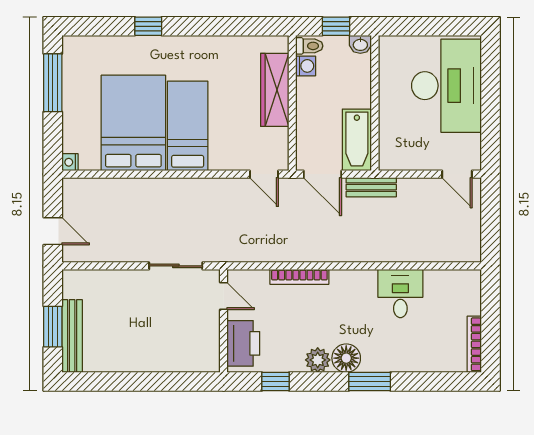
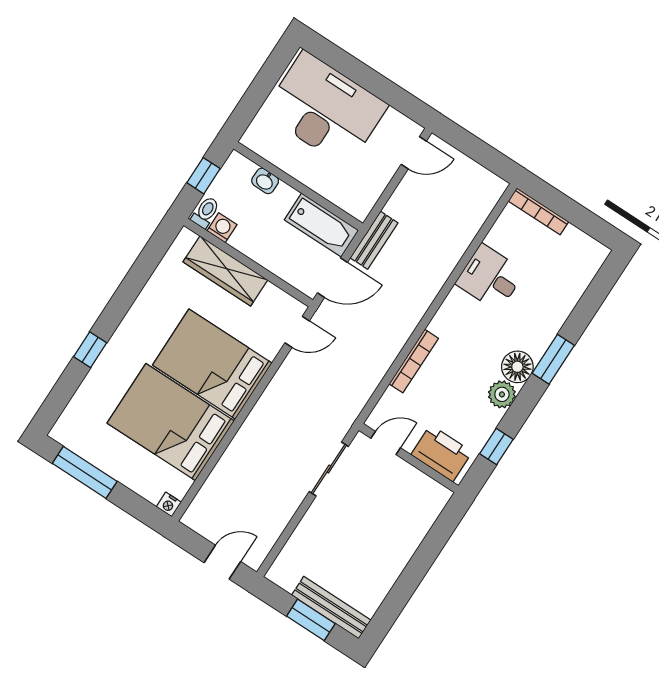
washbasin: (360, 44) -> (265, 181), moved, turned 90
bed: (188, 126) -> (212, 364), width x1.50
bookcase: (474, 344) -> (538, 211), moved

